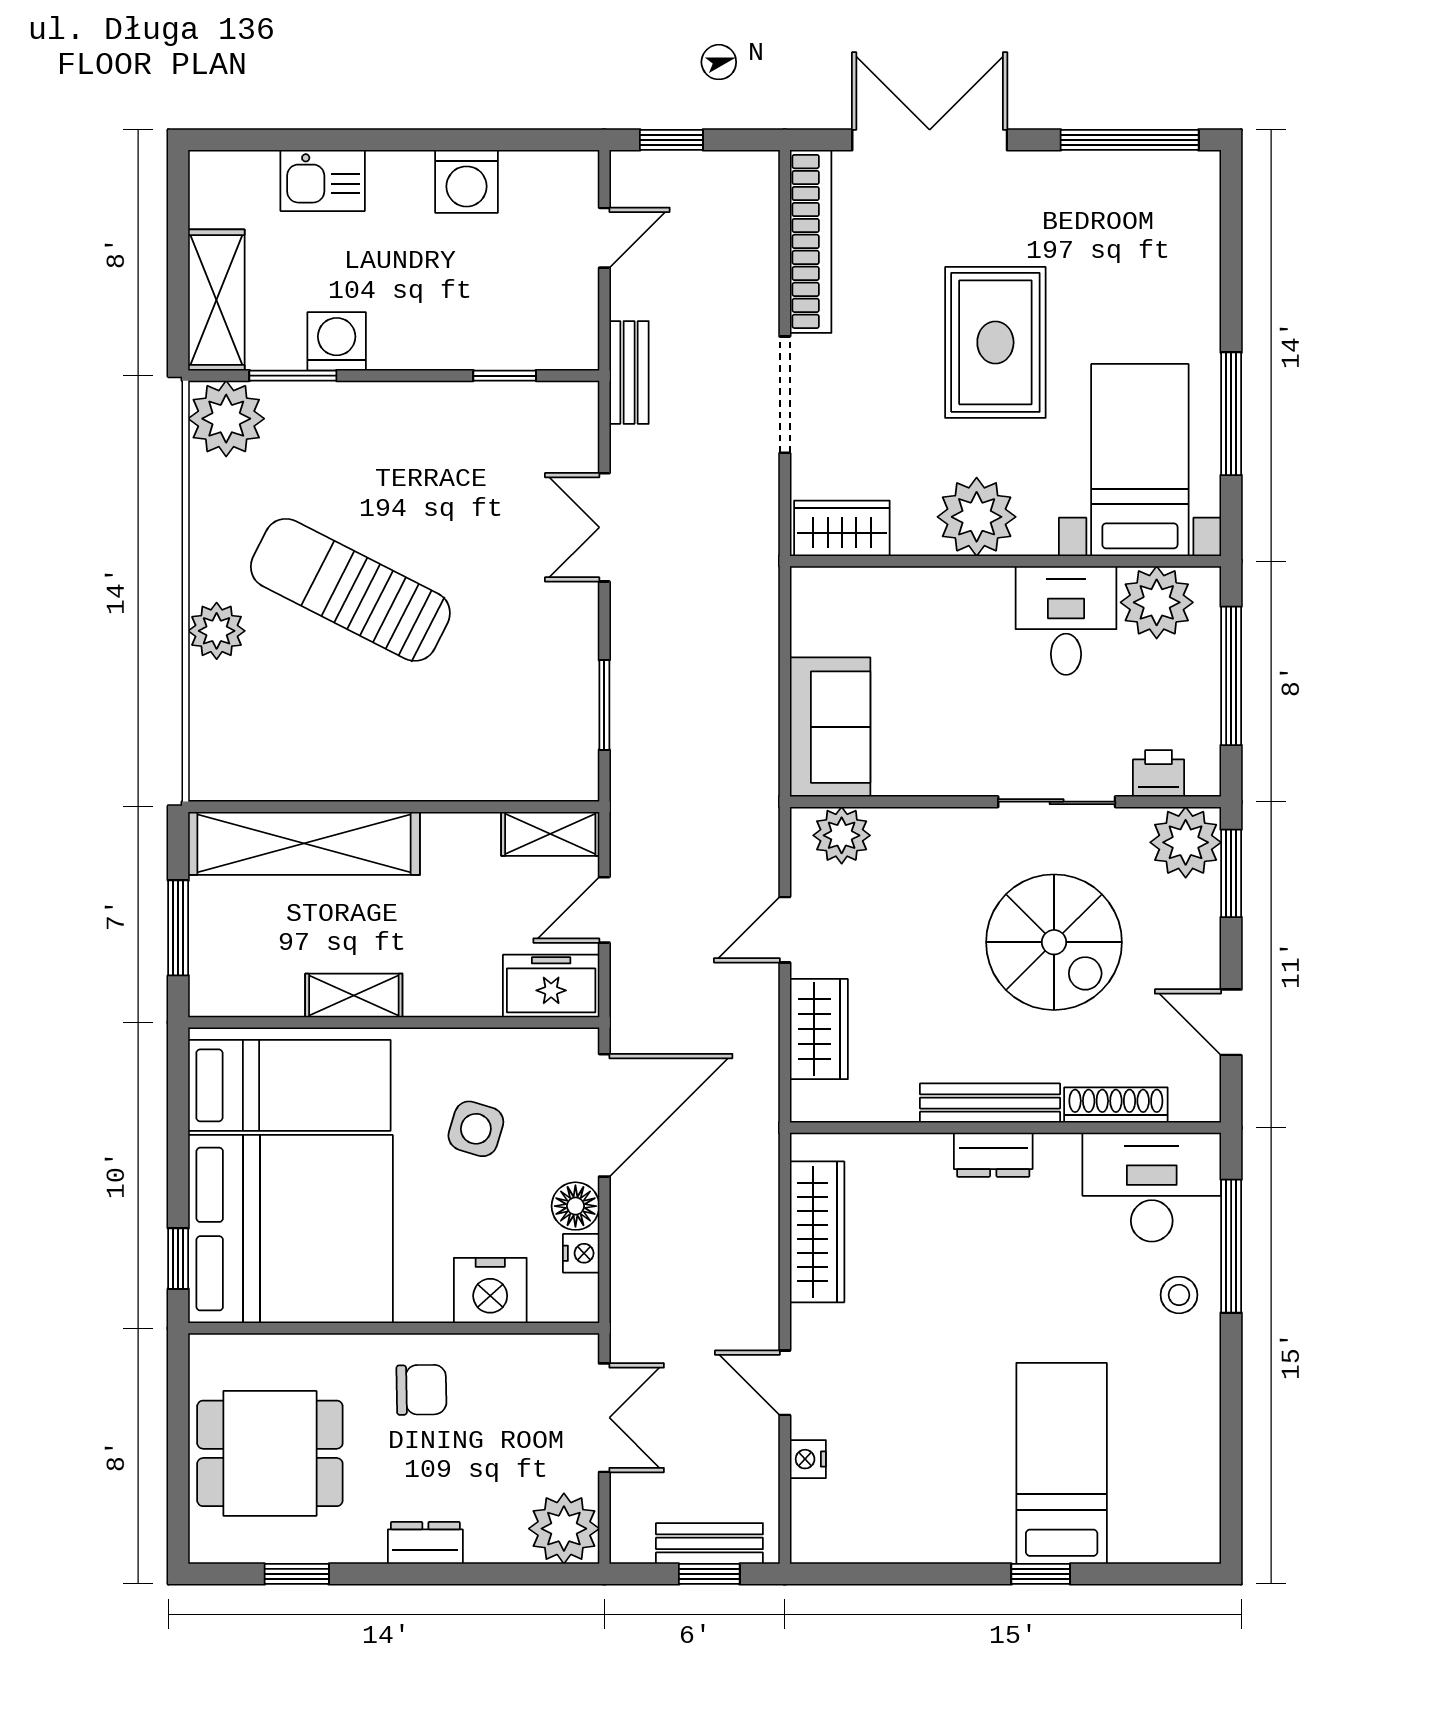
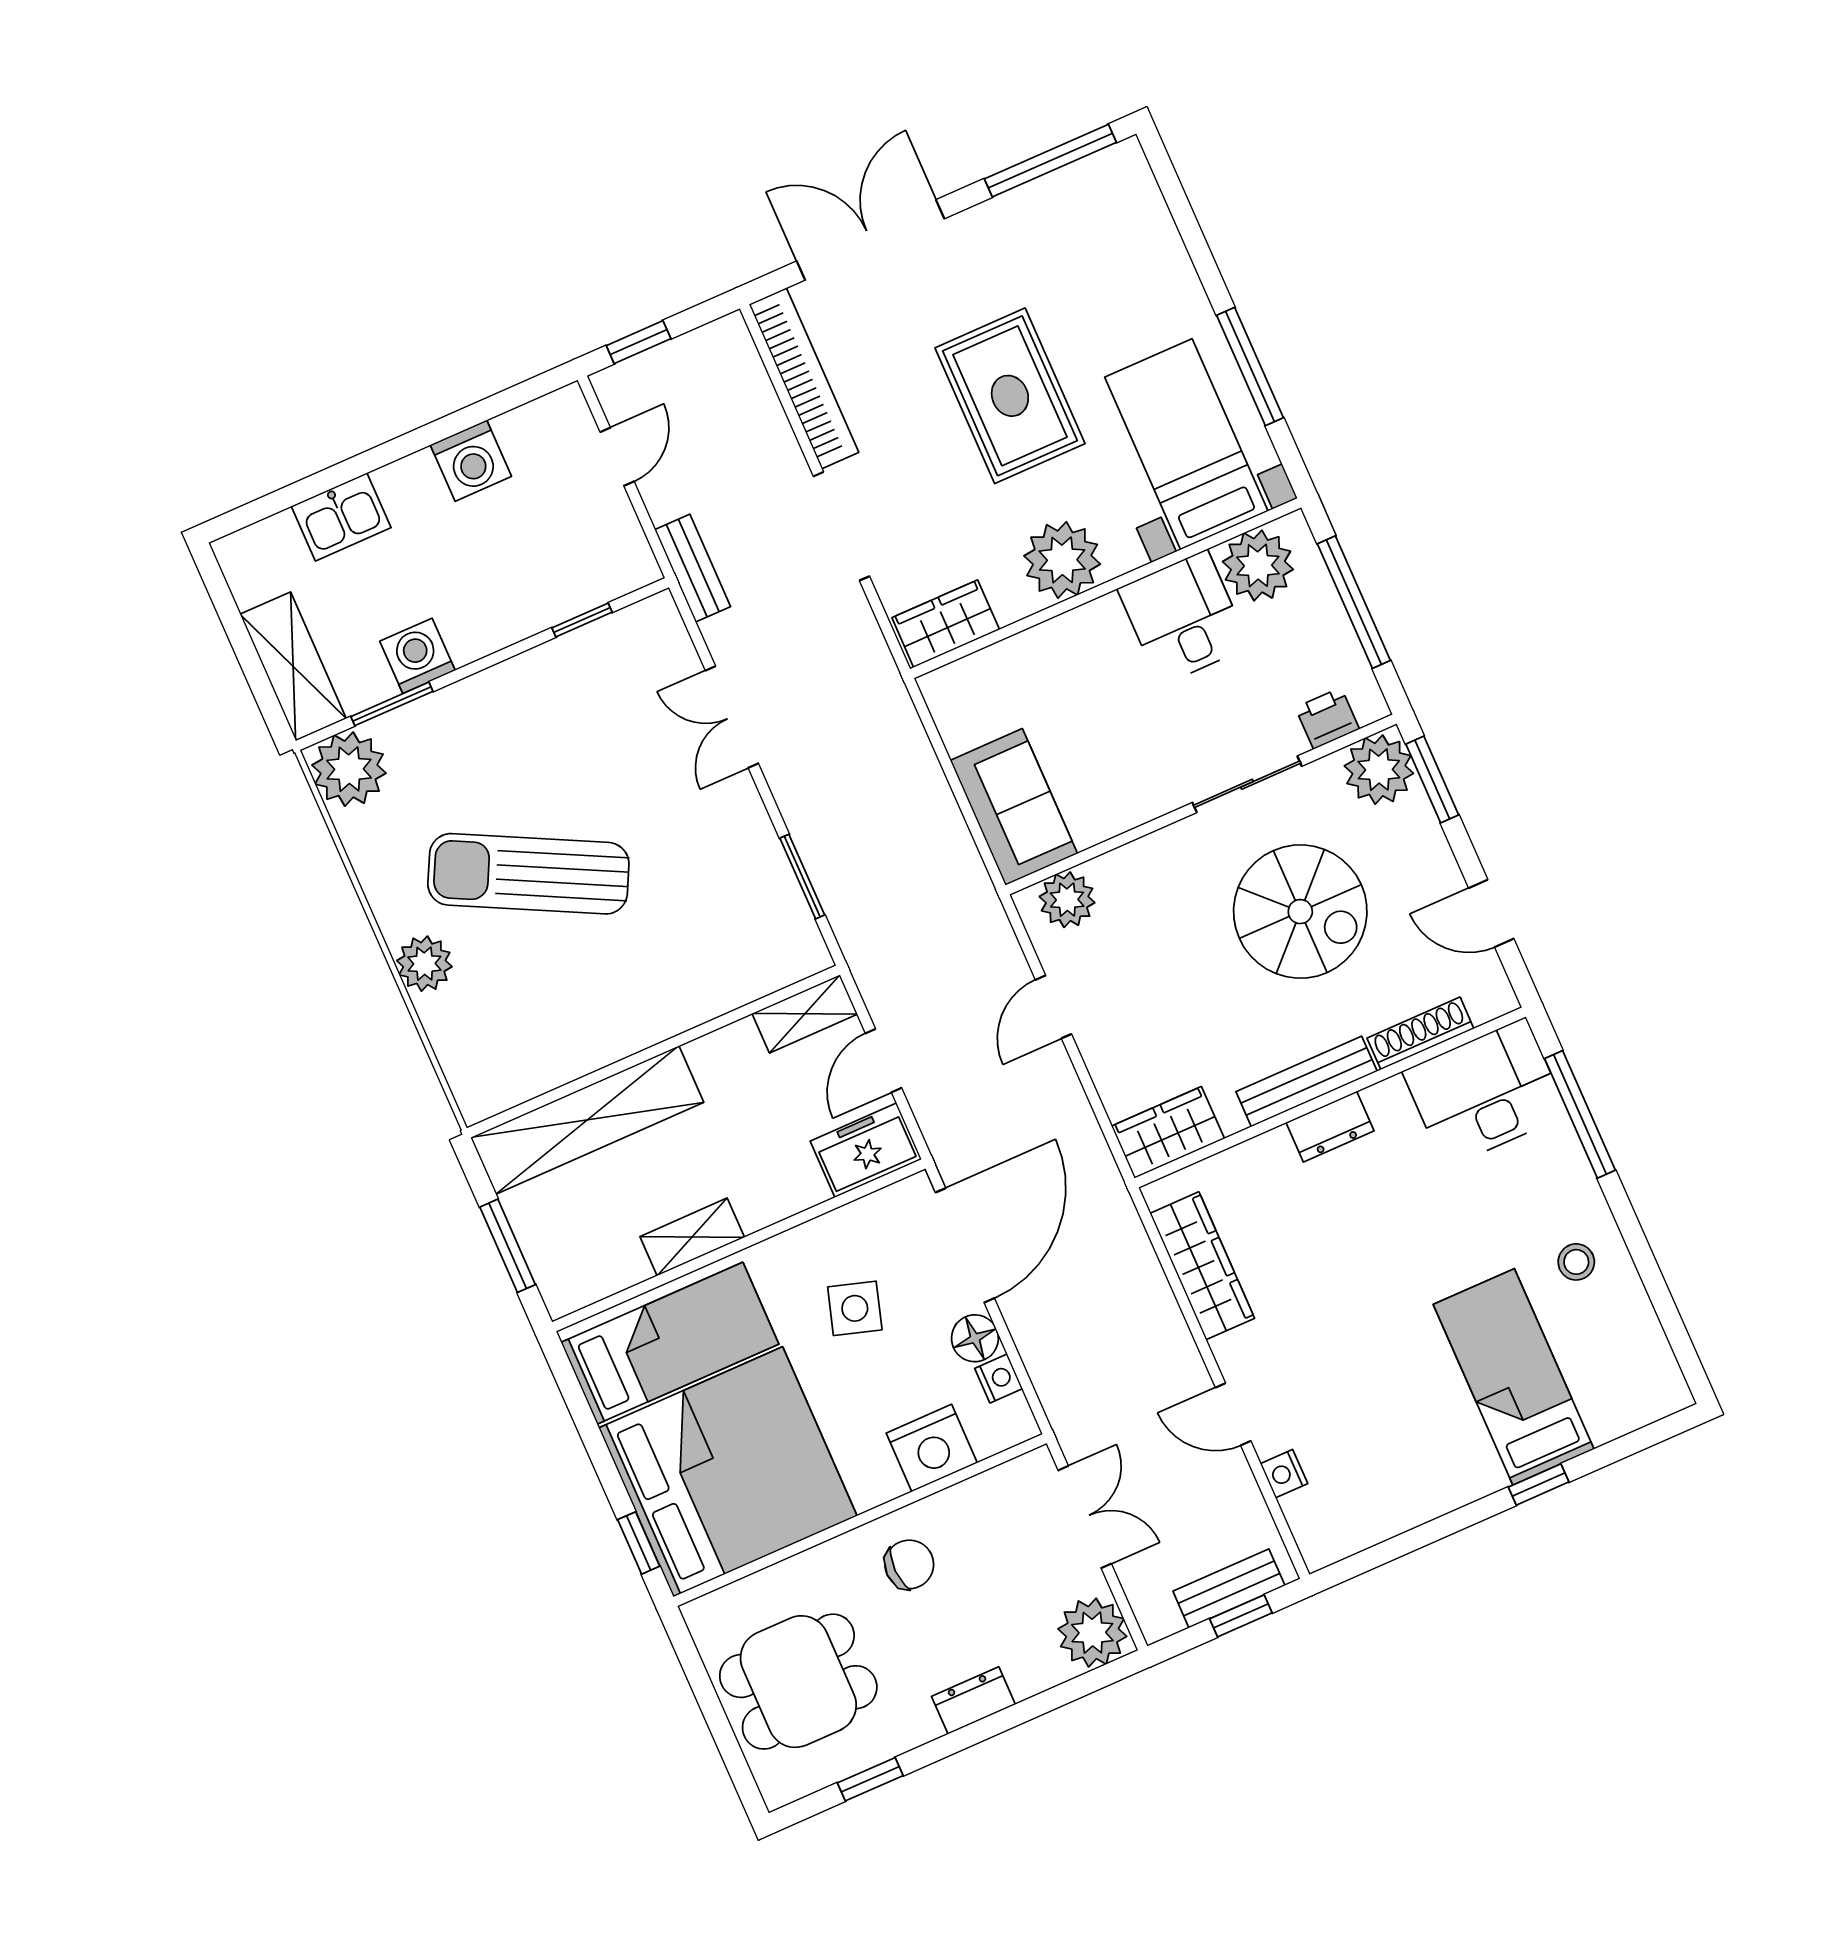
wardrobe: (819, 1029) -> (1168, 1132), moved, turned -90
stool: (1179, 1295) -> (1576, 1262), moved

